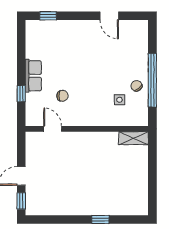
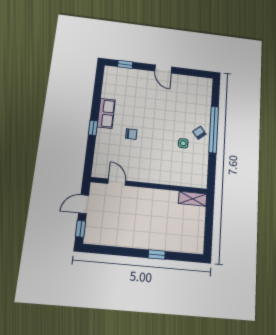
door: (109, 16) -> (163, 69), moved
door: (53, 129) -> (117, 182), moved
wall: (87, 129) -> (149, 186), moved
shelving: (134, 138) -> (193, 199), moved

